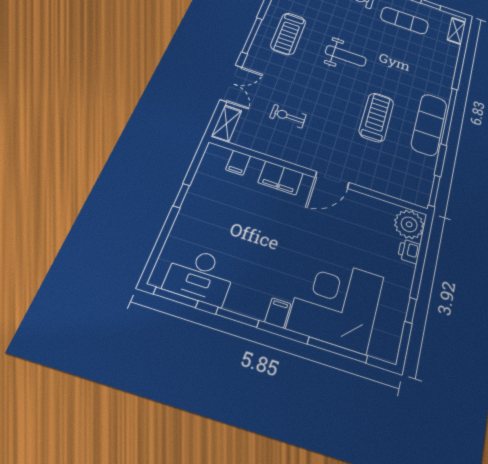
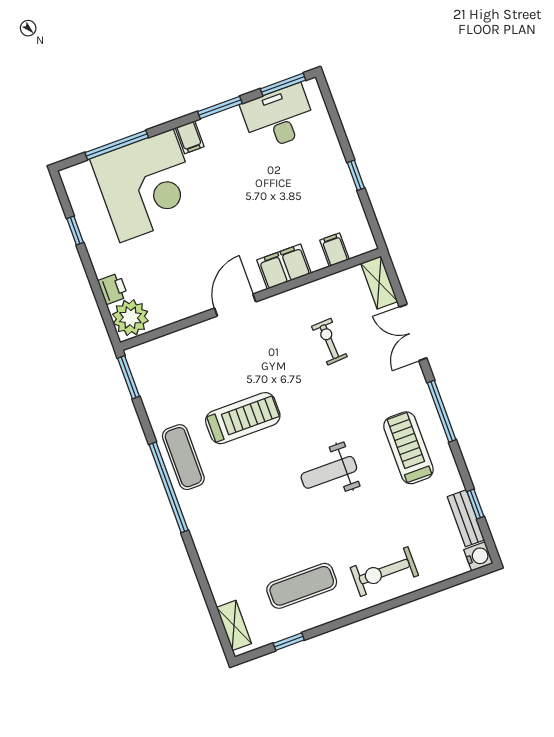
exercise bike: (288, 116) -> (329, 342), turned -93
treadmill: (376, 117) -> (243, 418), turned -90
exercise mat: (429, 124) -> (183, 457), width x0.73, depth x0.69

